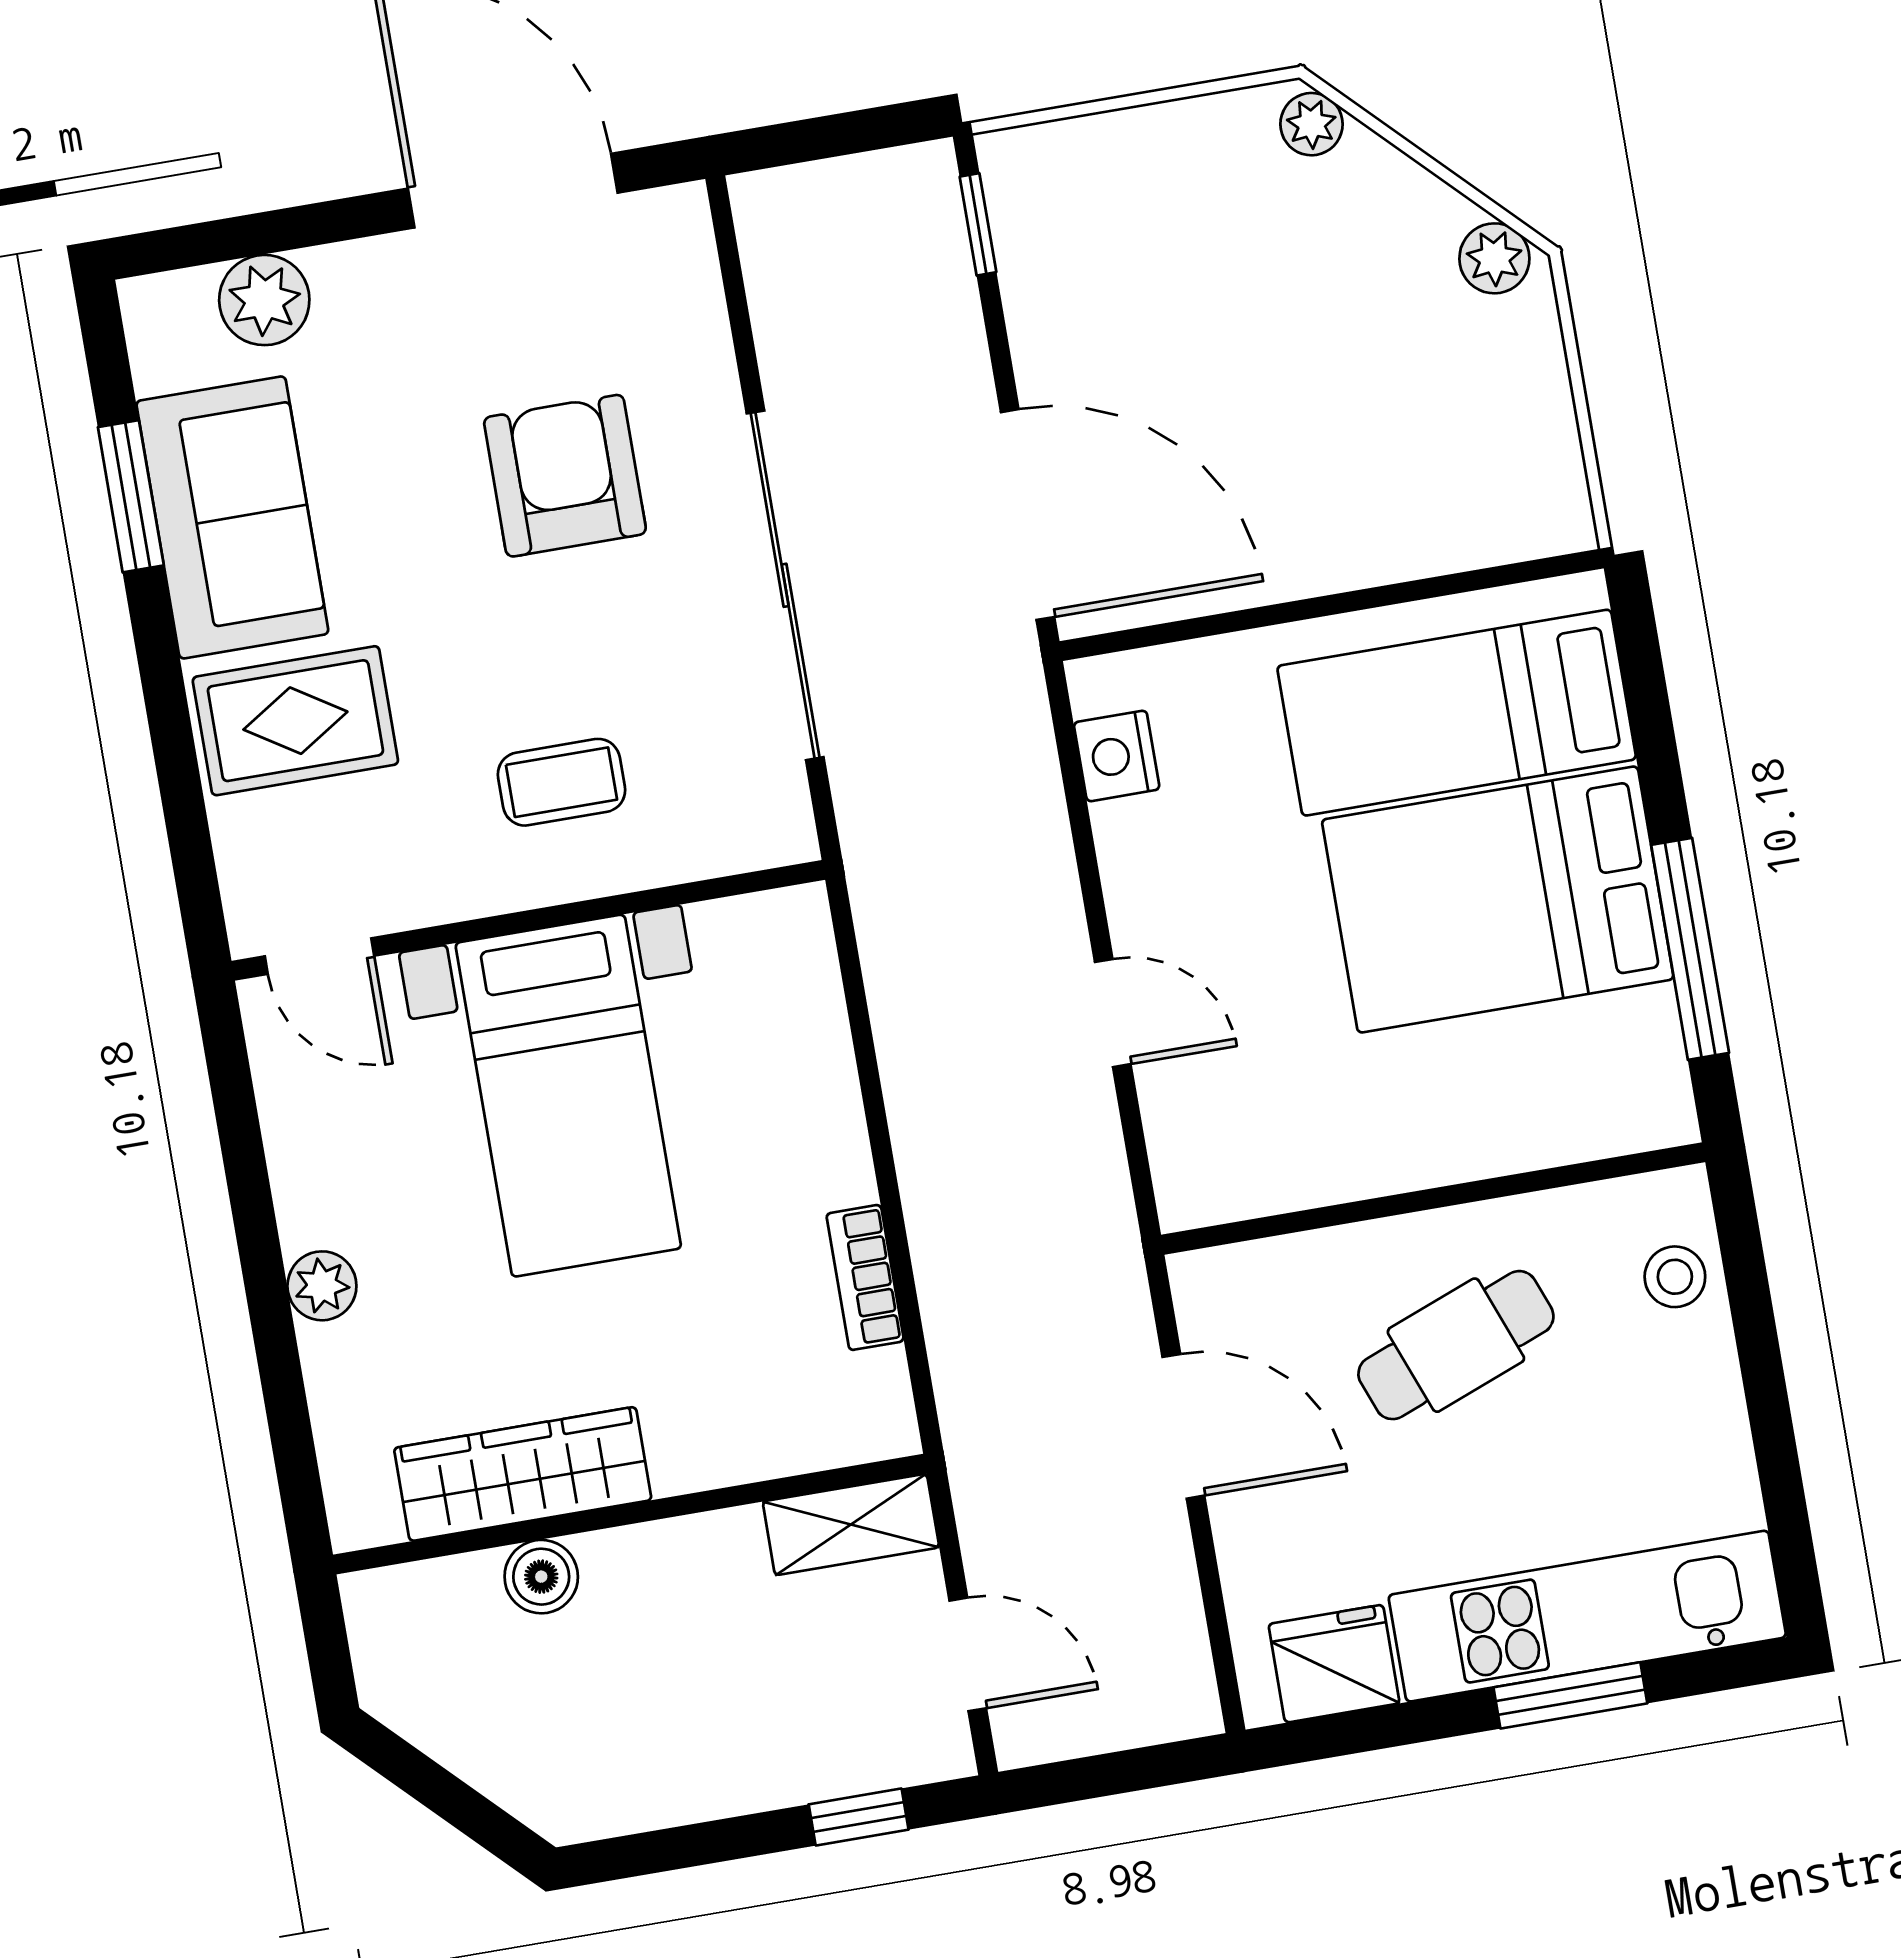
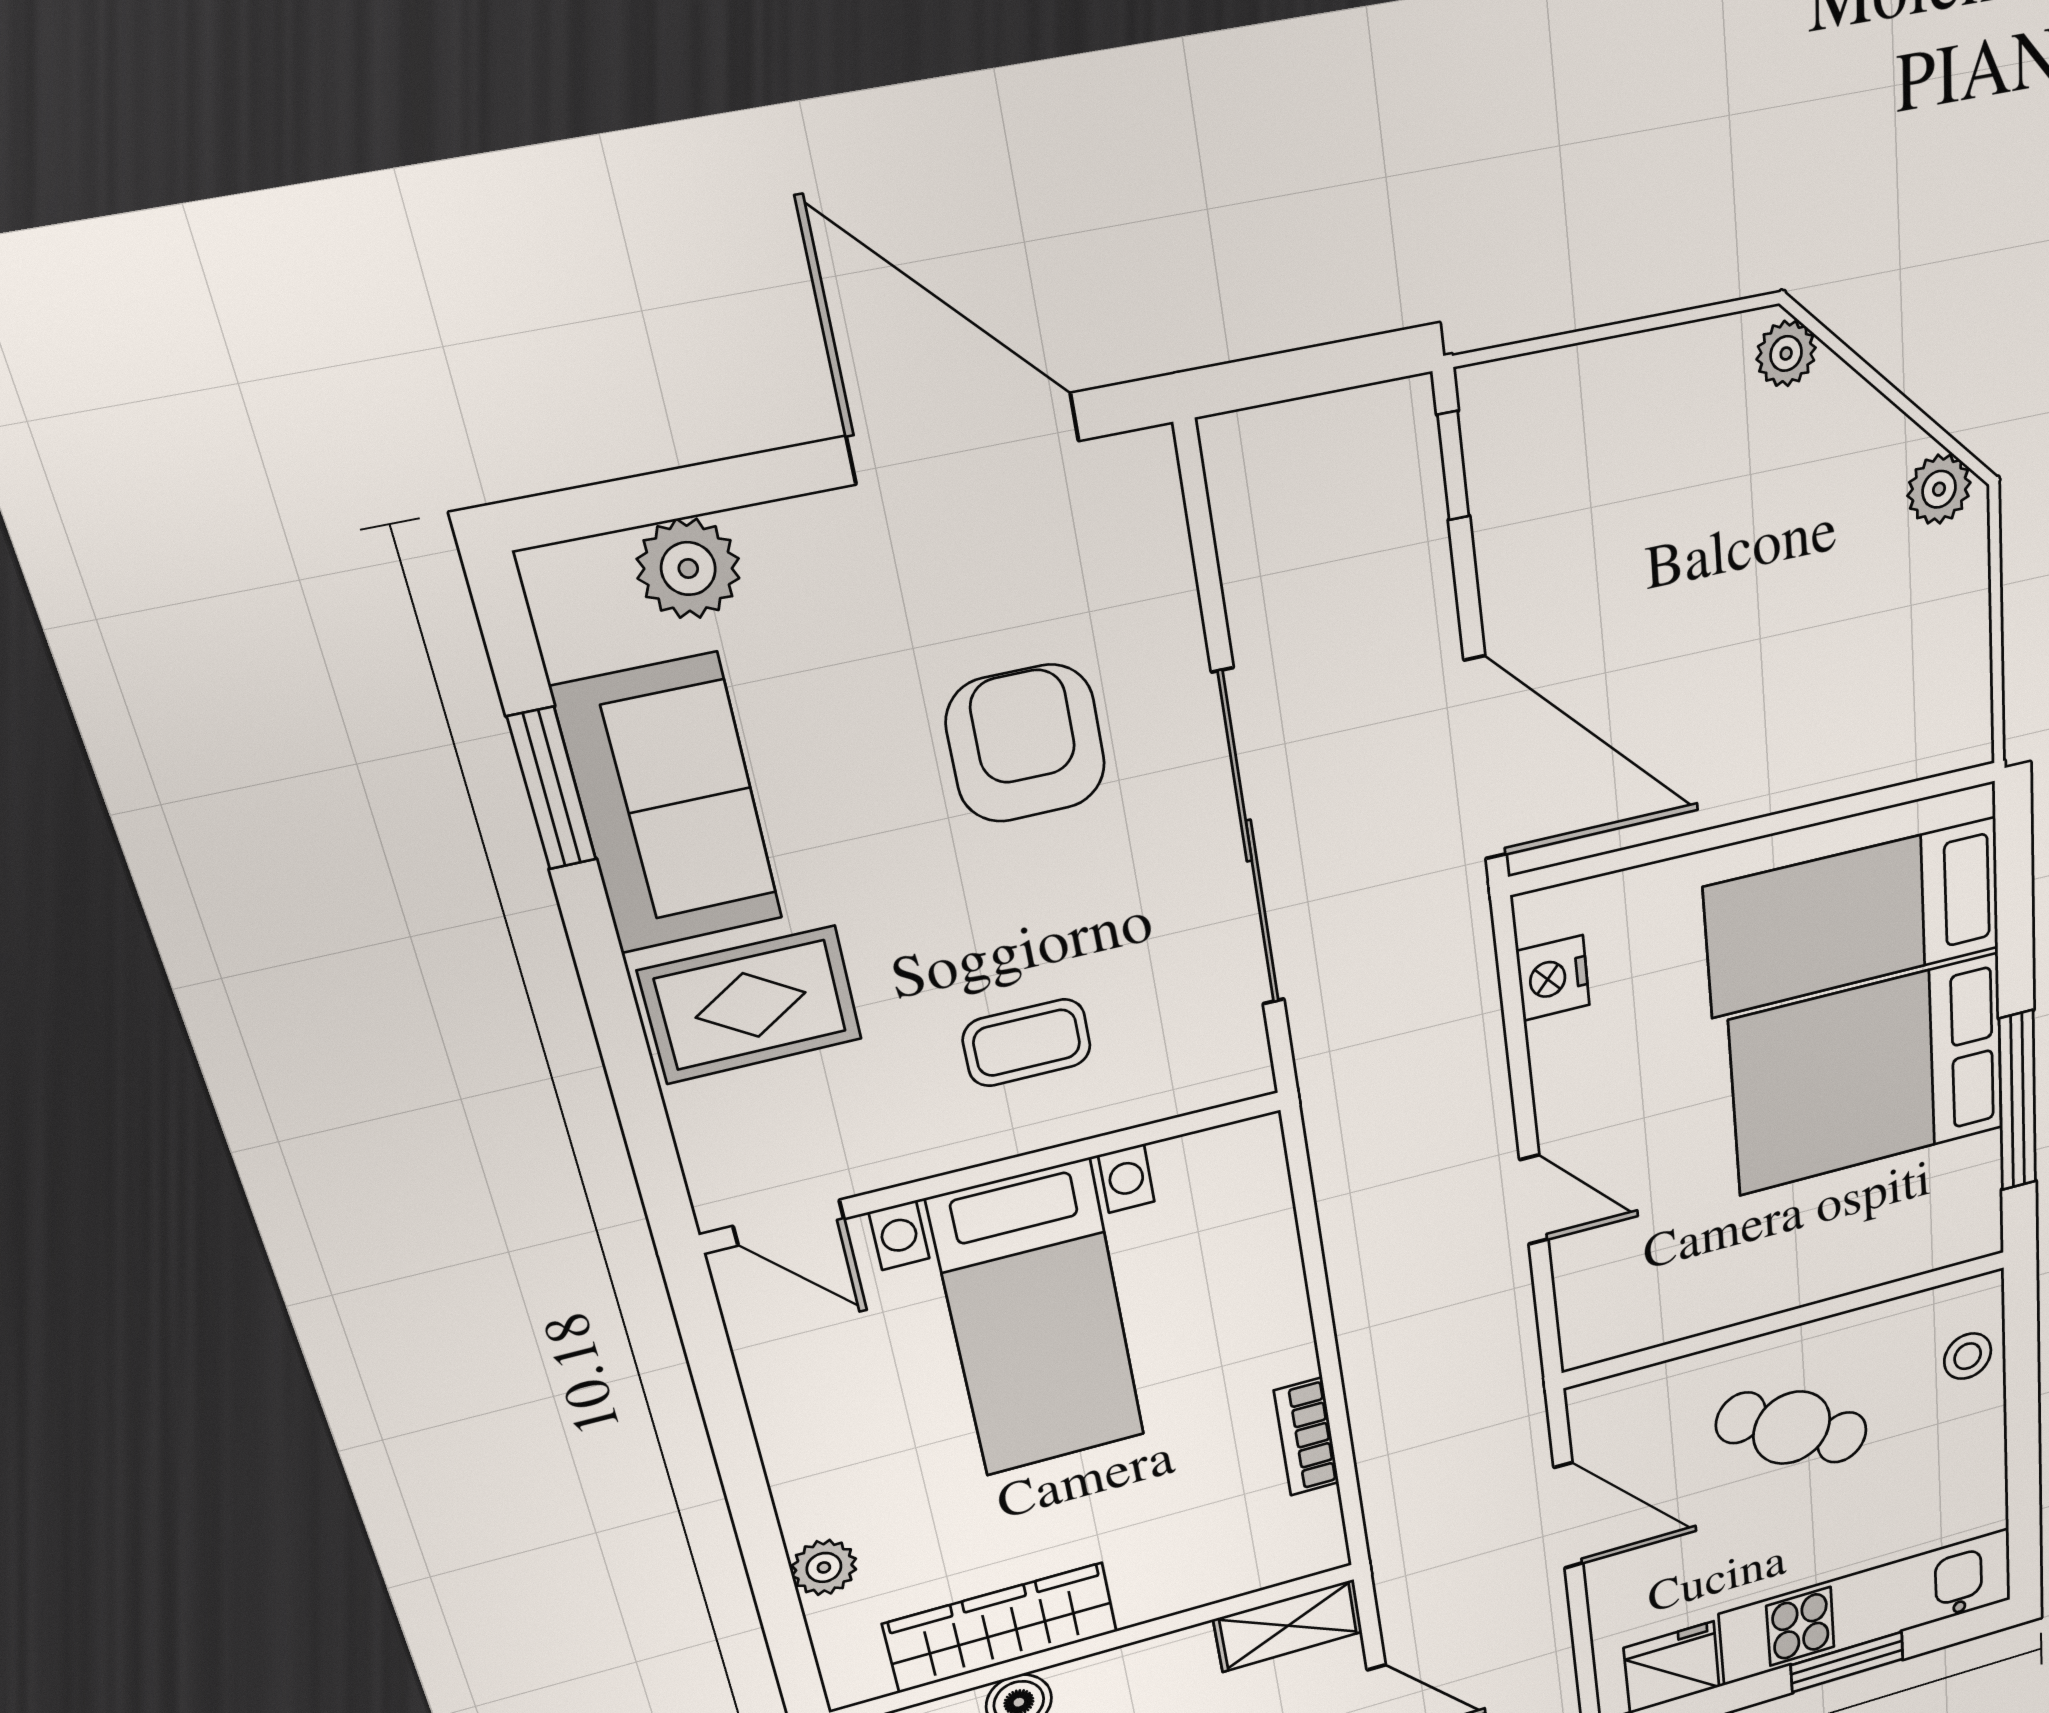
plant: (322, 1286) -> (824, 1567), moved
cafe table: (1456, 1345) -> (1792, 1428), turned 49

